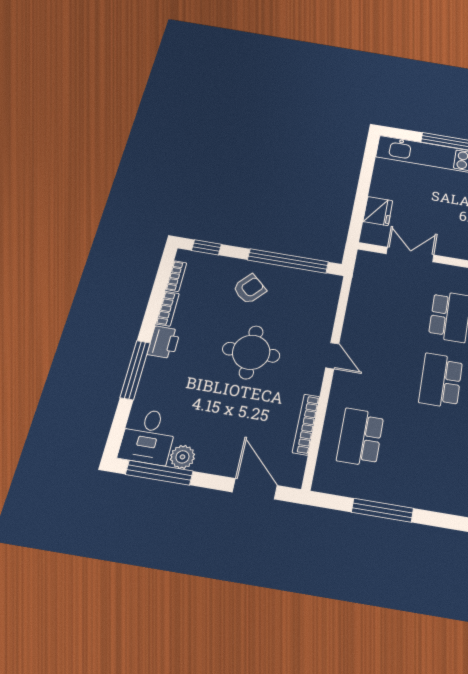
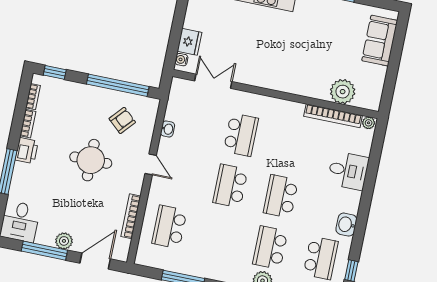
water cooler: (369, 231) -> (181, 60), added
armchair: (249, 289) -> (122, 120), moved
washbasin: (354, 311) -> (168, 129), added
plant: (182, 457) -> (64, 241), moved
window: (159, 473) -> (44, 251), moved
door: (255, 489) -> (95, 261), hinge flipped

